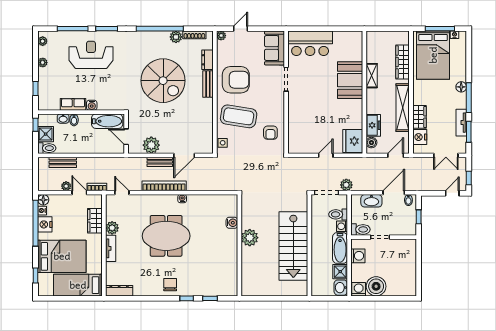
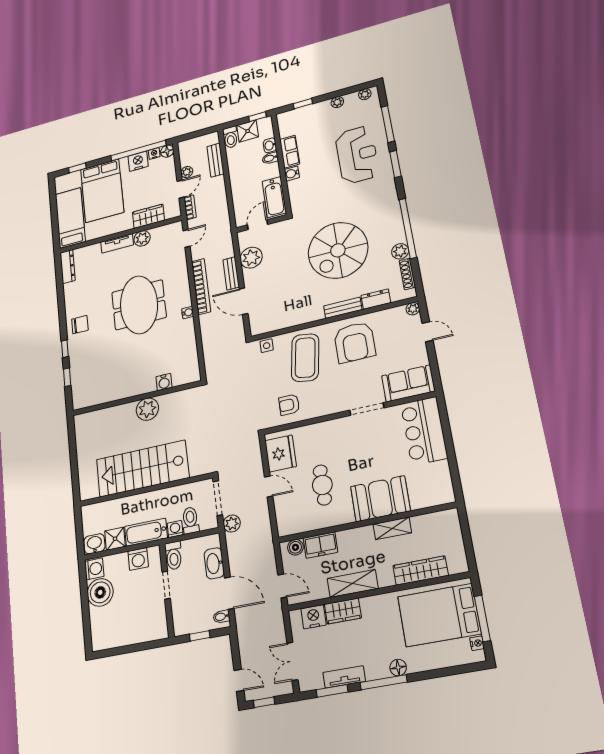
shelving: (403, 108) -> (353, 583), width x0.68
cafe table: (333, 118) -> (322, 485), added
fridge: (353, 141) -> (281, 454), moved, turned 90

